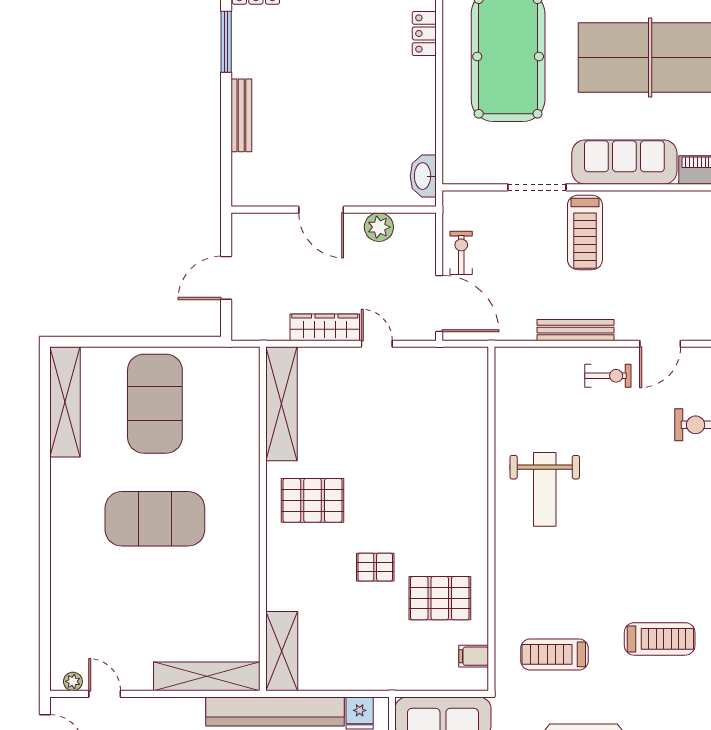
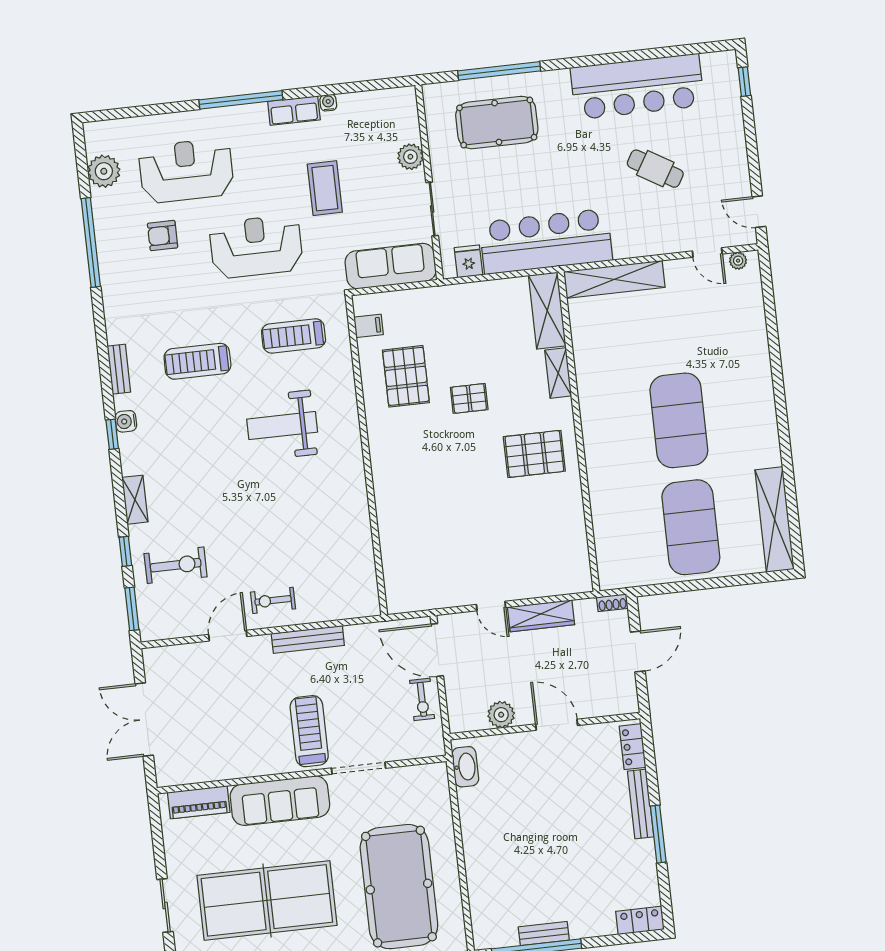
locker: (424, 33) -> (633, 747), moved, turned 180
window: (226, 42) -> (658, 834), moved
shoe rack: (247, 333) -> (612, 603), added
shelving: (281, 404) -> (558, 373), moved, width x0.45, depth x0.75
weight bench: (545, 489) -> (282, 426), moved, turned -90
exercise mat: (155, 519) -> (679, 420), turned 90
pallet: (440, 598) -> (406, 376), turned 90
treadmill: (554, 654) -> (294, 336), turned 180

